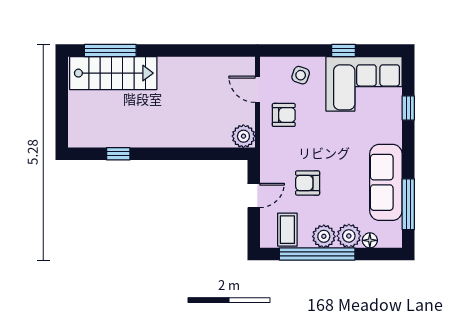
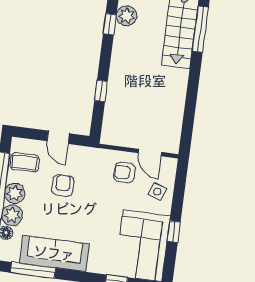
door: (257, 89) -> (150, 153), swing flipped
armchair: (284, 115) -> (125, 172), turned 90
plant: (243, 136) -> (126, 16), moved
window: (195, 154) -> (101, 91), added

